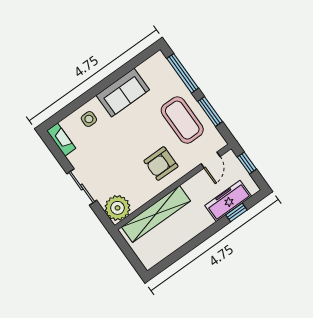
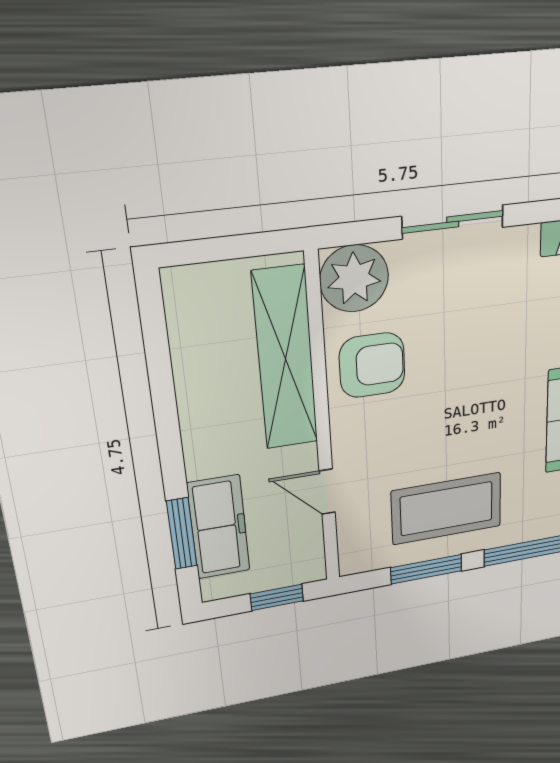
door: (211, 160) -> (327, 492), moved
armchair: (161, 164) -> (372, 365), moved, turned 90
window: (236, 212) -> (182, 534), width x1.50

